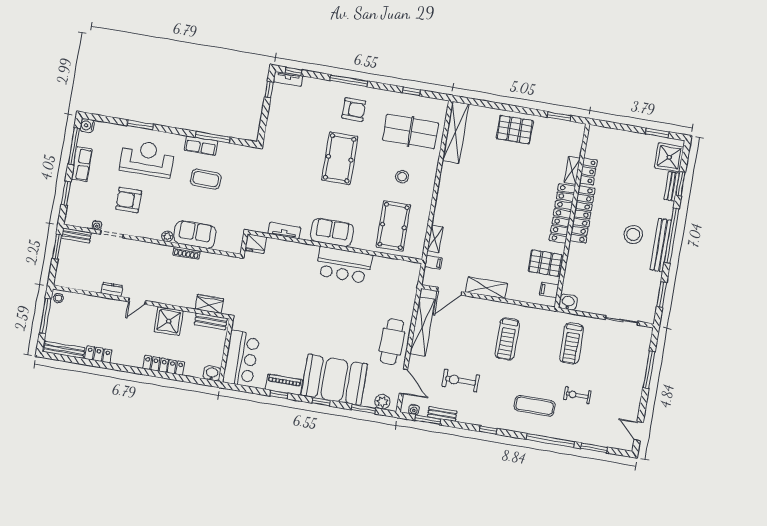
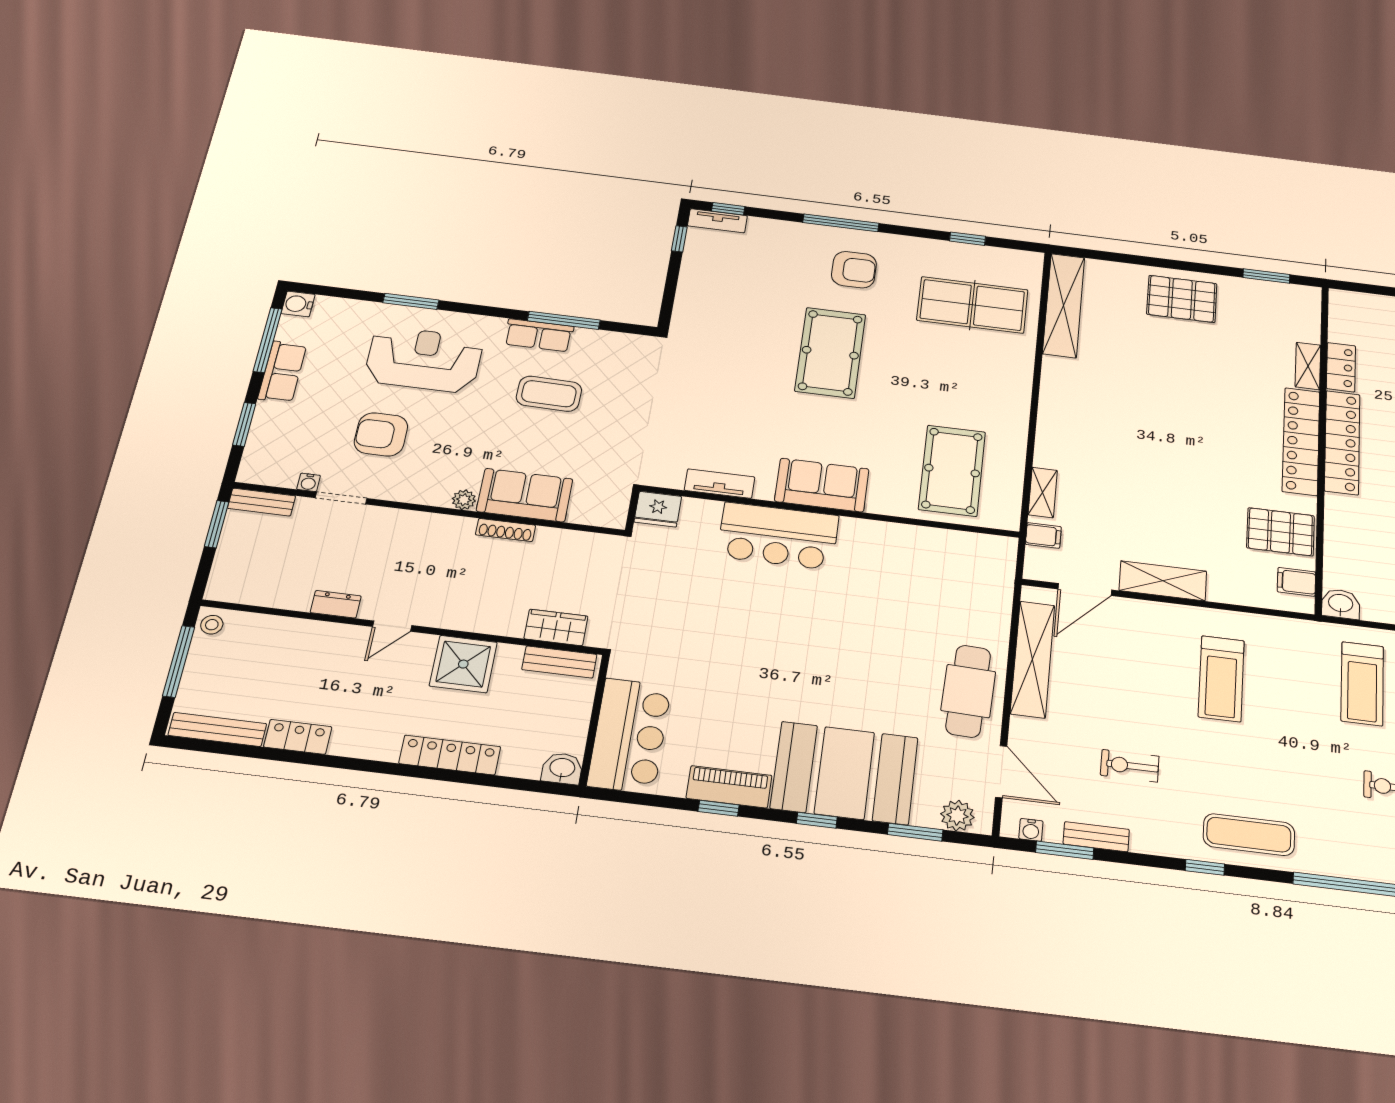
stool: (402, 177) -> (962, 382), removed
bar counter: (344, 265) -> (778, 536), moved
exercise bike: (461, 381) -> (1130, 766), width x0.73, depth x0.72
exercise mat: (535, 406) -> (1249, 835), moved

